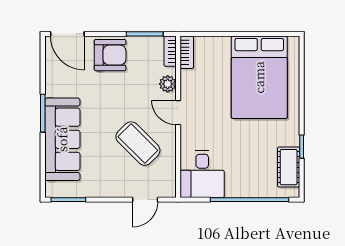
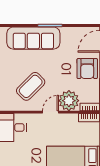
plant: (168, 84) -> (69, 101), width x1.88, depth x1.88

